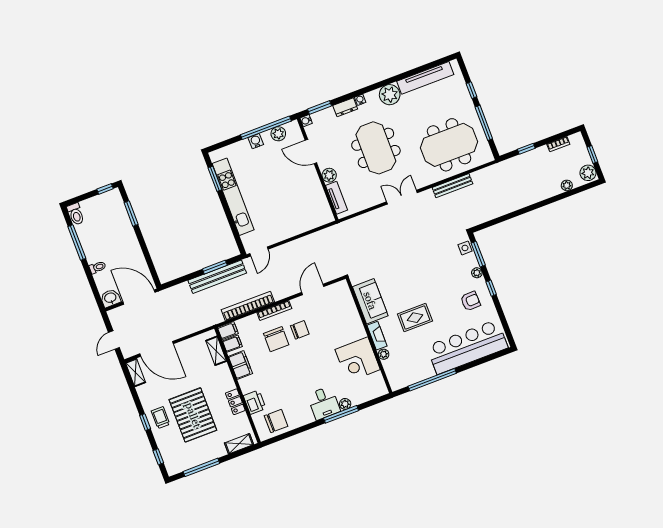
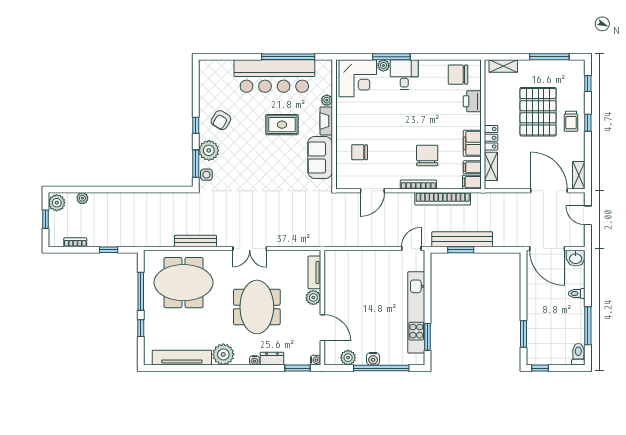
window: (266, 128) -> (381, 368), moved
plant: (477, 273) -> (209, 150), width x1.88, depth x1.88
armchair: (470, 301) -> (221, 120), turned -57
chair: (300, 330) -> (360, 152), moved
door: (114, 340) -> (588, 215), swing flipped
bar counter: (467, 347) -> (274, 76), moved
corner desk: (358, 359) -> (358, 78), moved, turned 90
locker: (235, 402) -> (491, 138), moved

